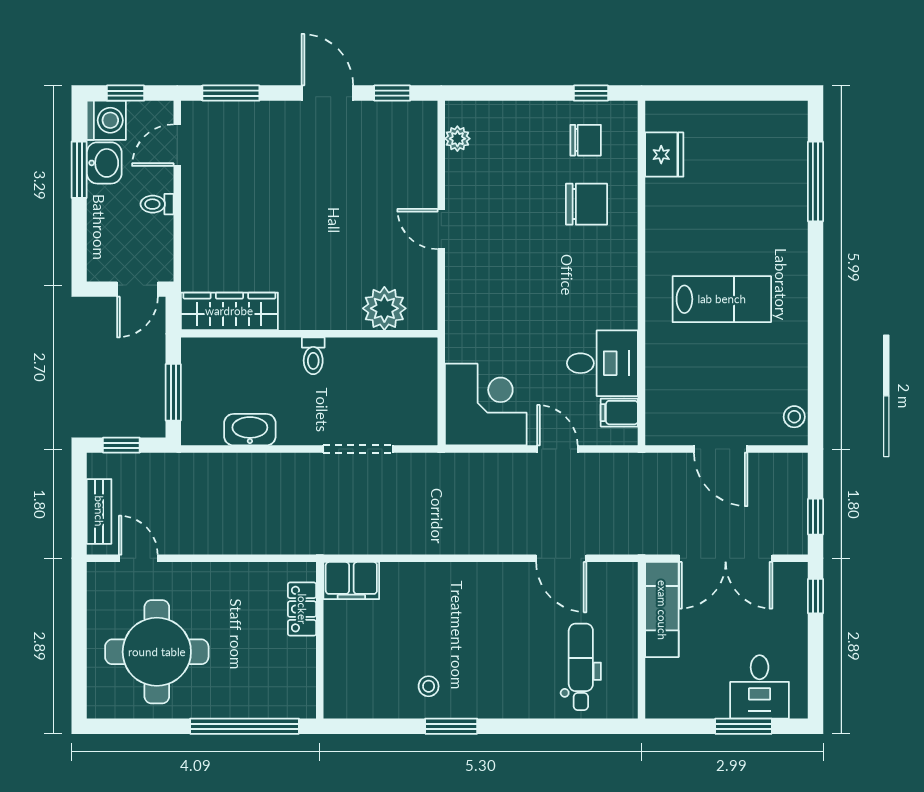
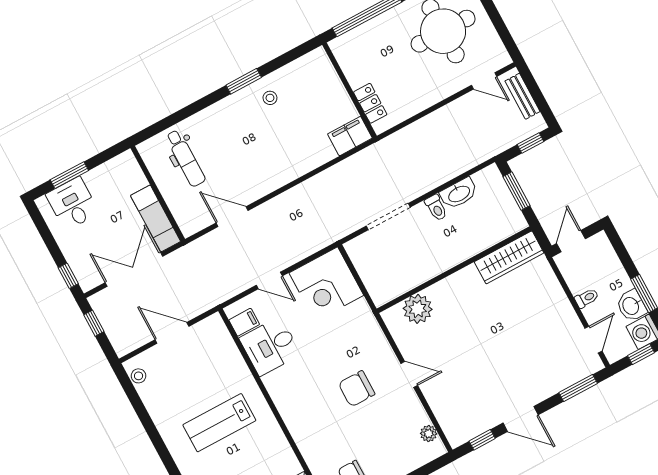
chair: (587, 204) -> (357, 389), moved
toilet: (313, 356) -> (436, 208), moved, turned 180

